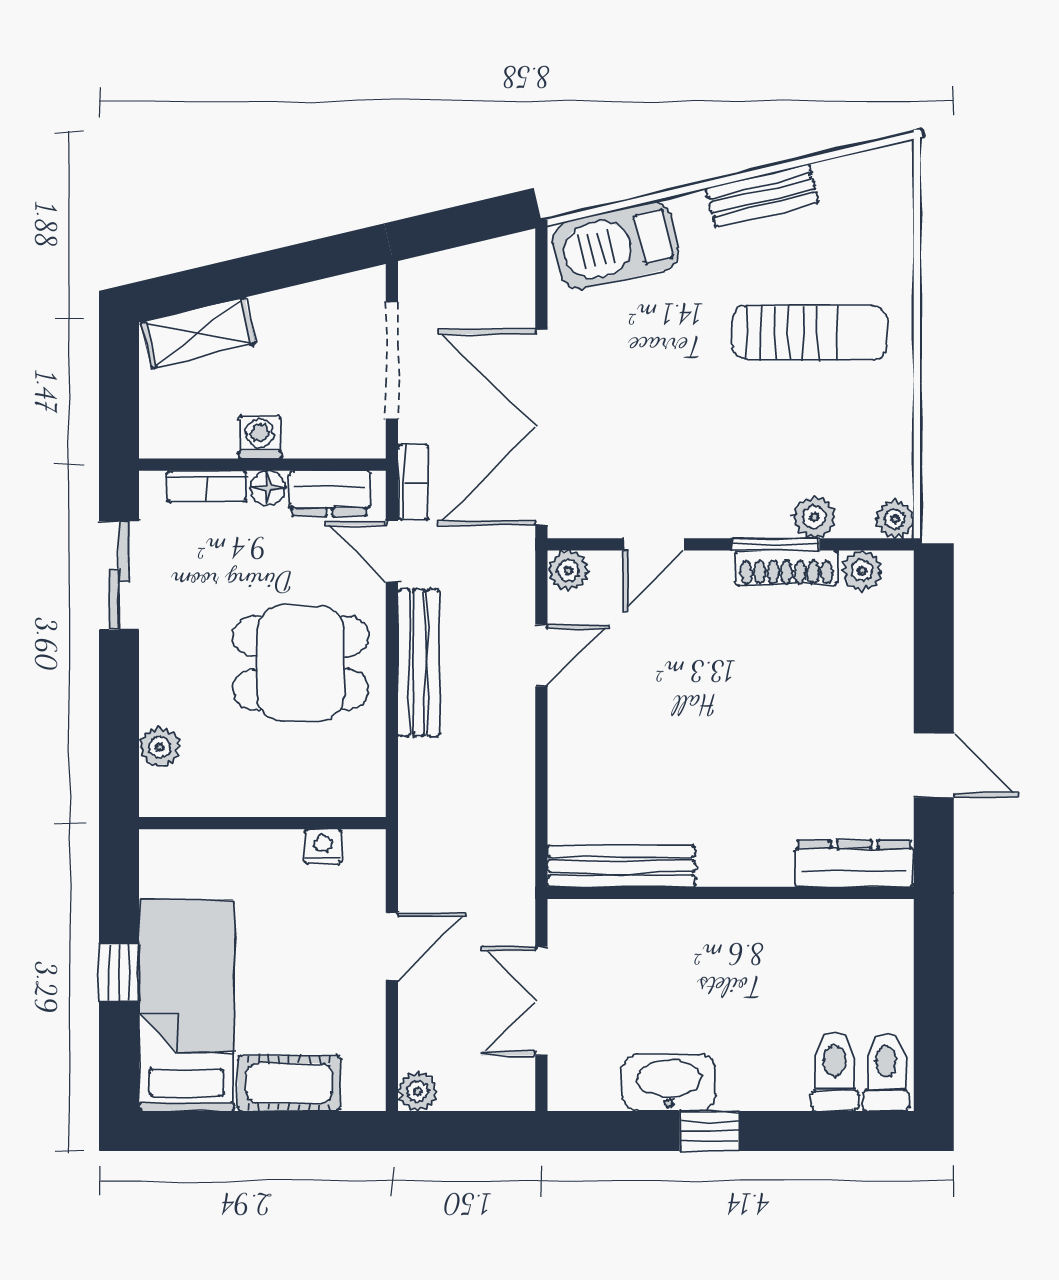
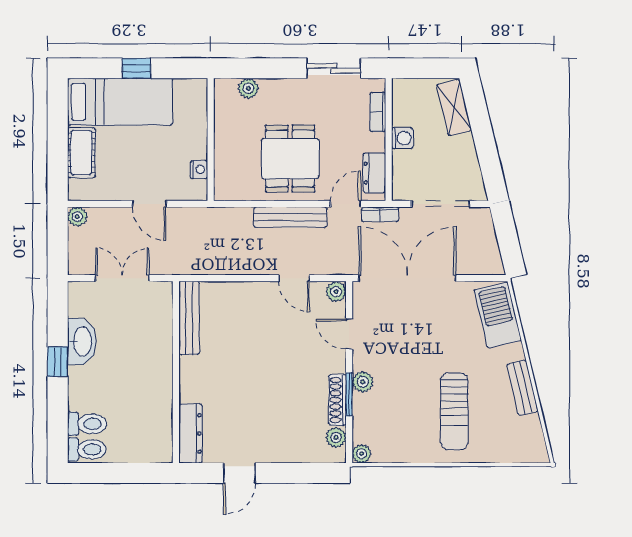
floor lamp: (268, 488) -> (377, 142), removed
plant: (814, 517) -> (363, 382), moved

